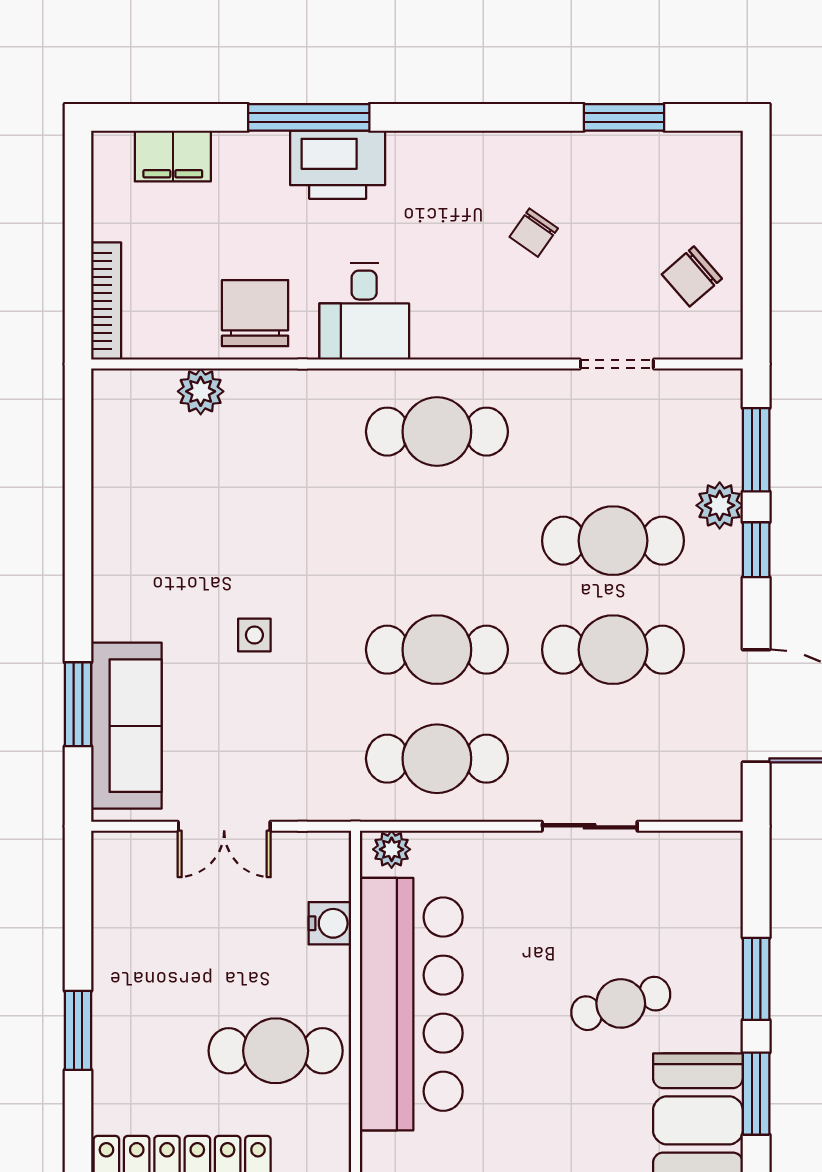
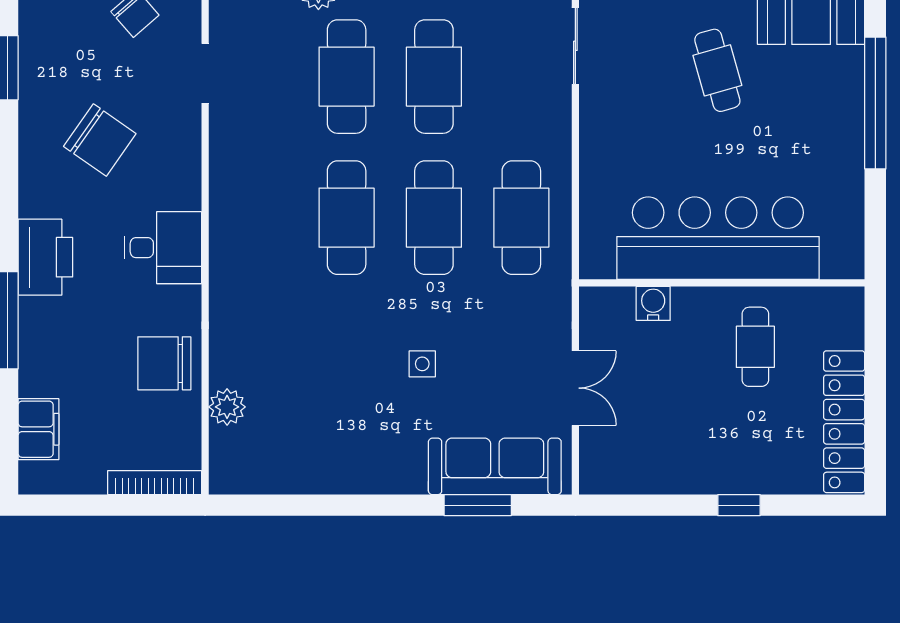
printer: (338, 165) -> (45, 257), moved
chair: (534, 233) -> (100, 140), width x1.87, depth x1.87
desk: (364, 311) -> (163, 248), moved
cafe table: (437, 432) -> (347, 218), moved
sliding door: (590, 826) -> (575, 46), moved
plant: (392, 849) -> (594, 254), removed
window: (78, 1030) -> (739, 505), width x0.67
cafe table: (276, 1051) -> (755, 347), width x0.73, depth x0.74

